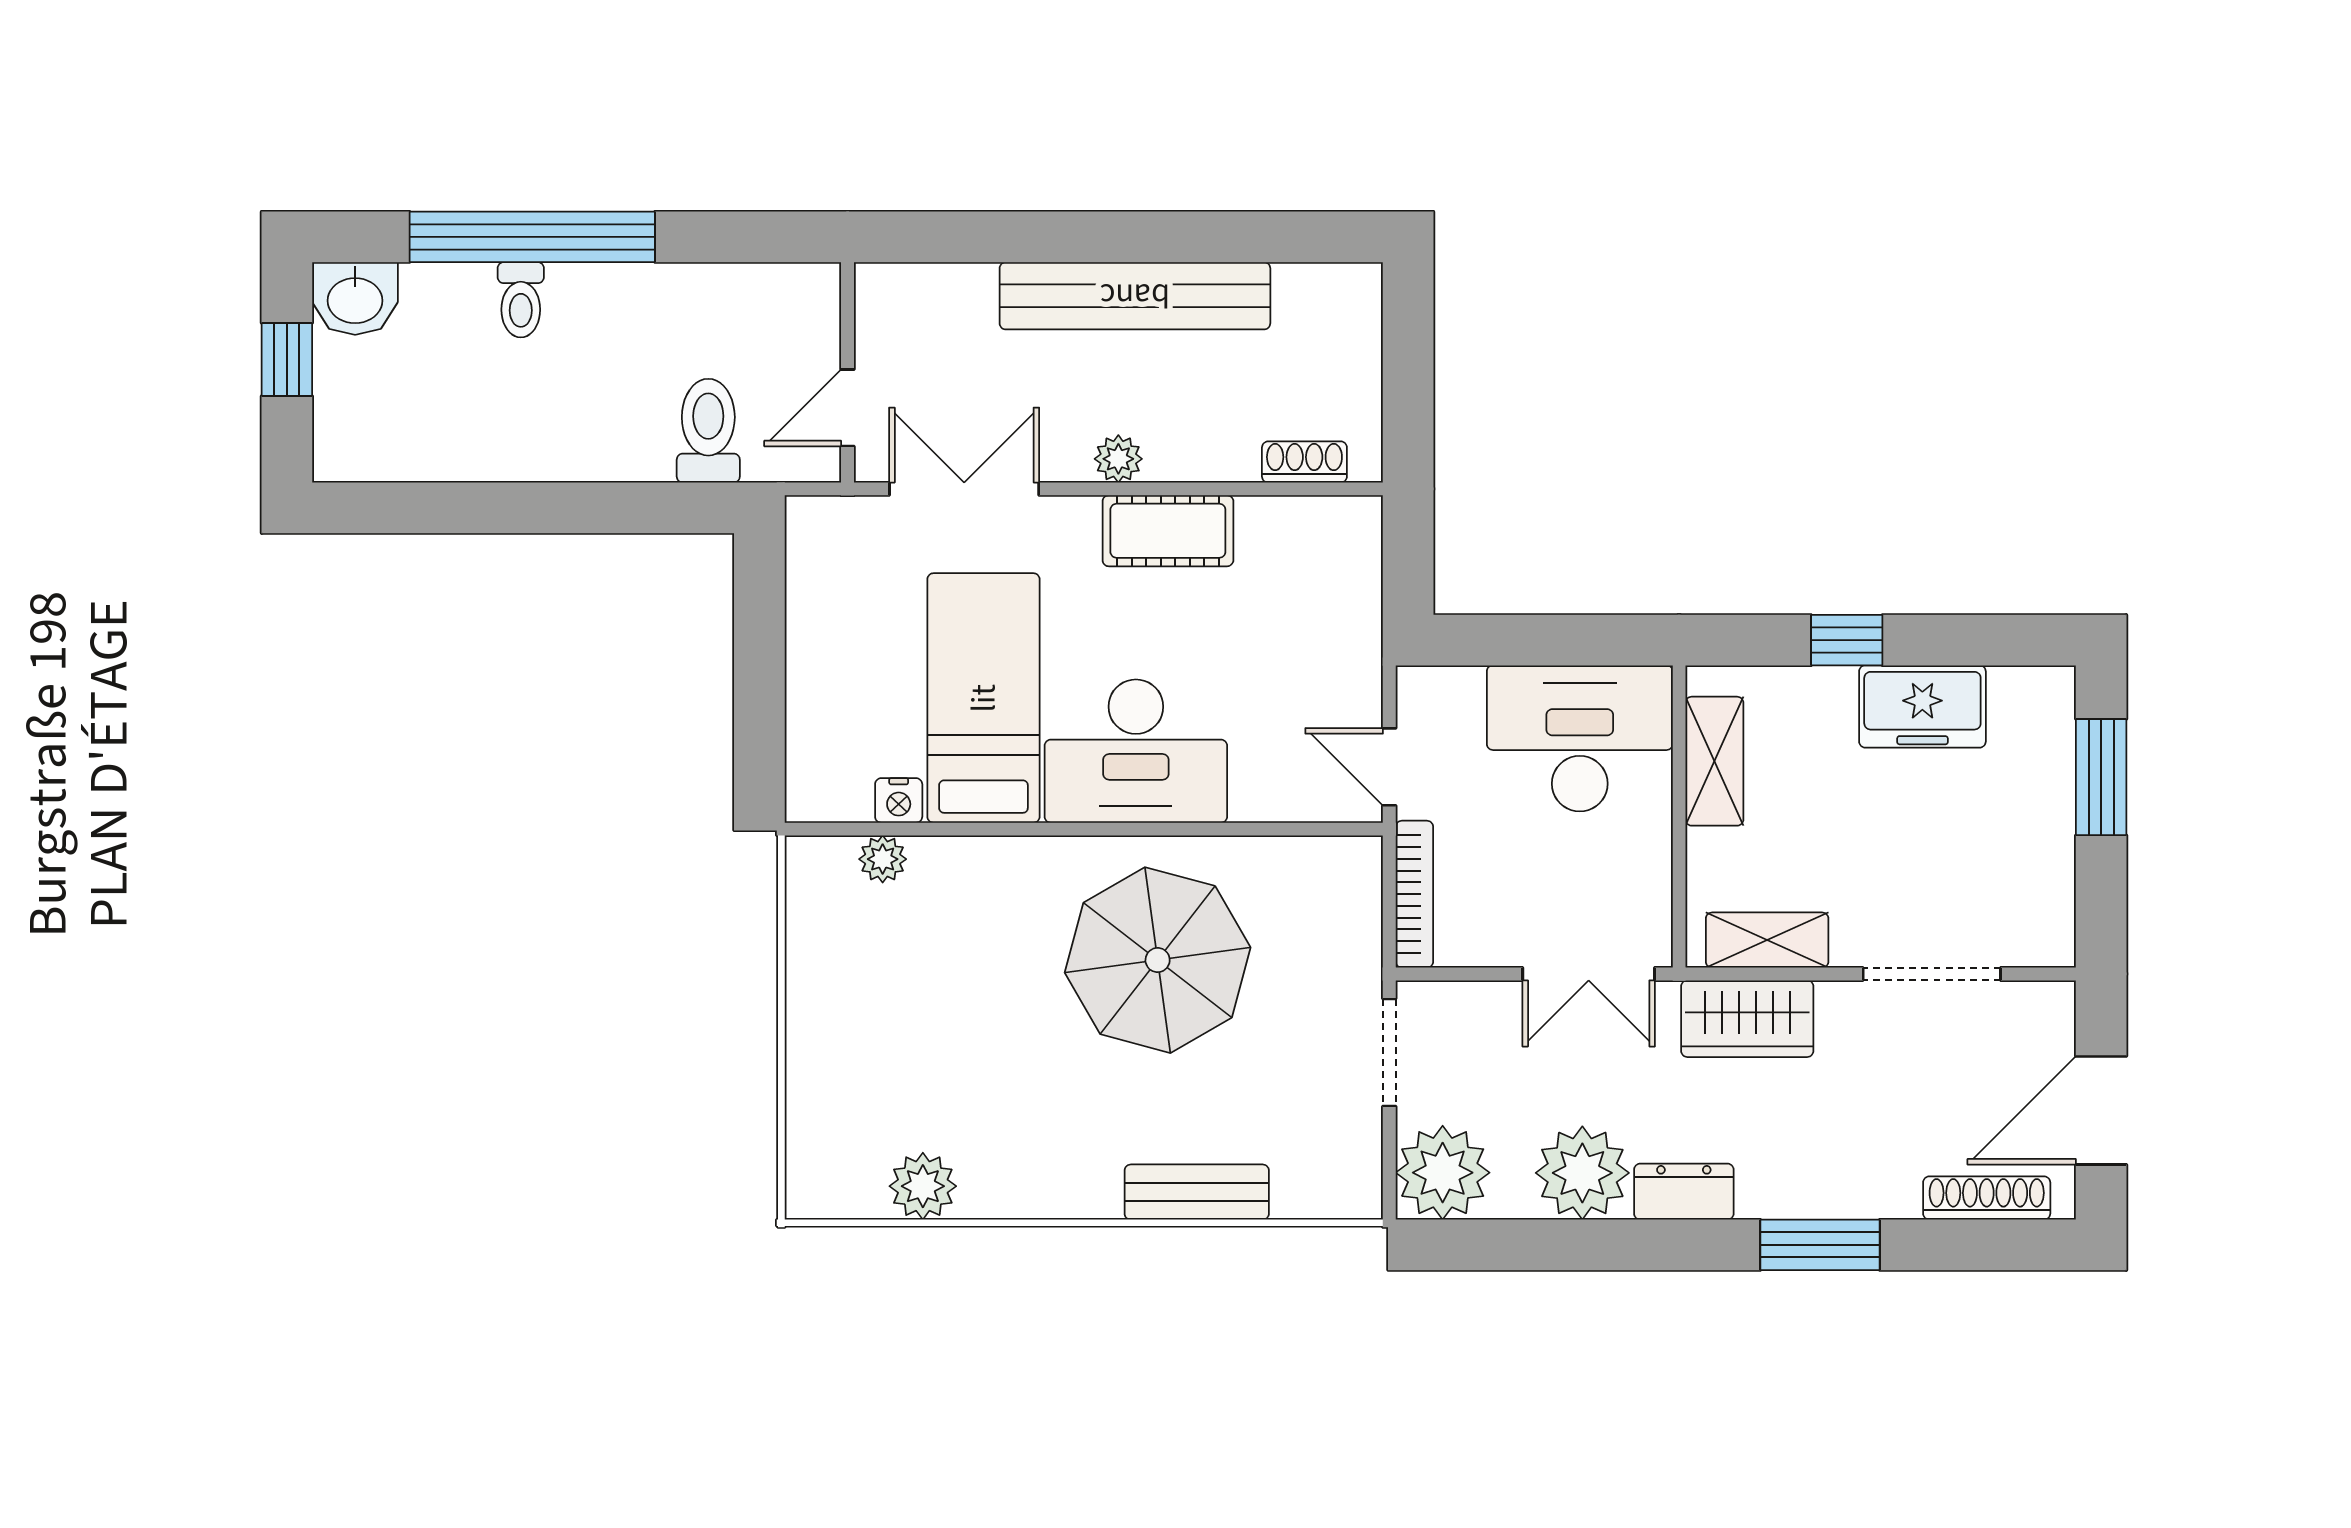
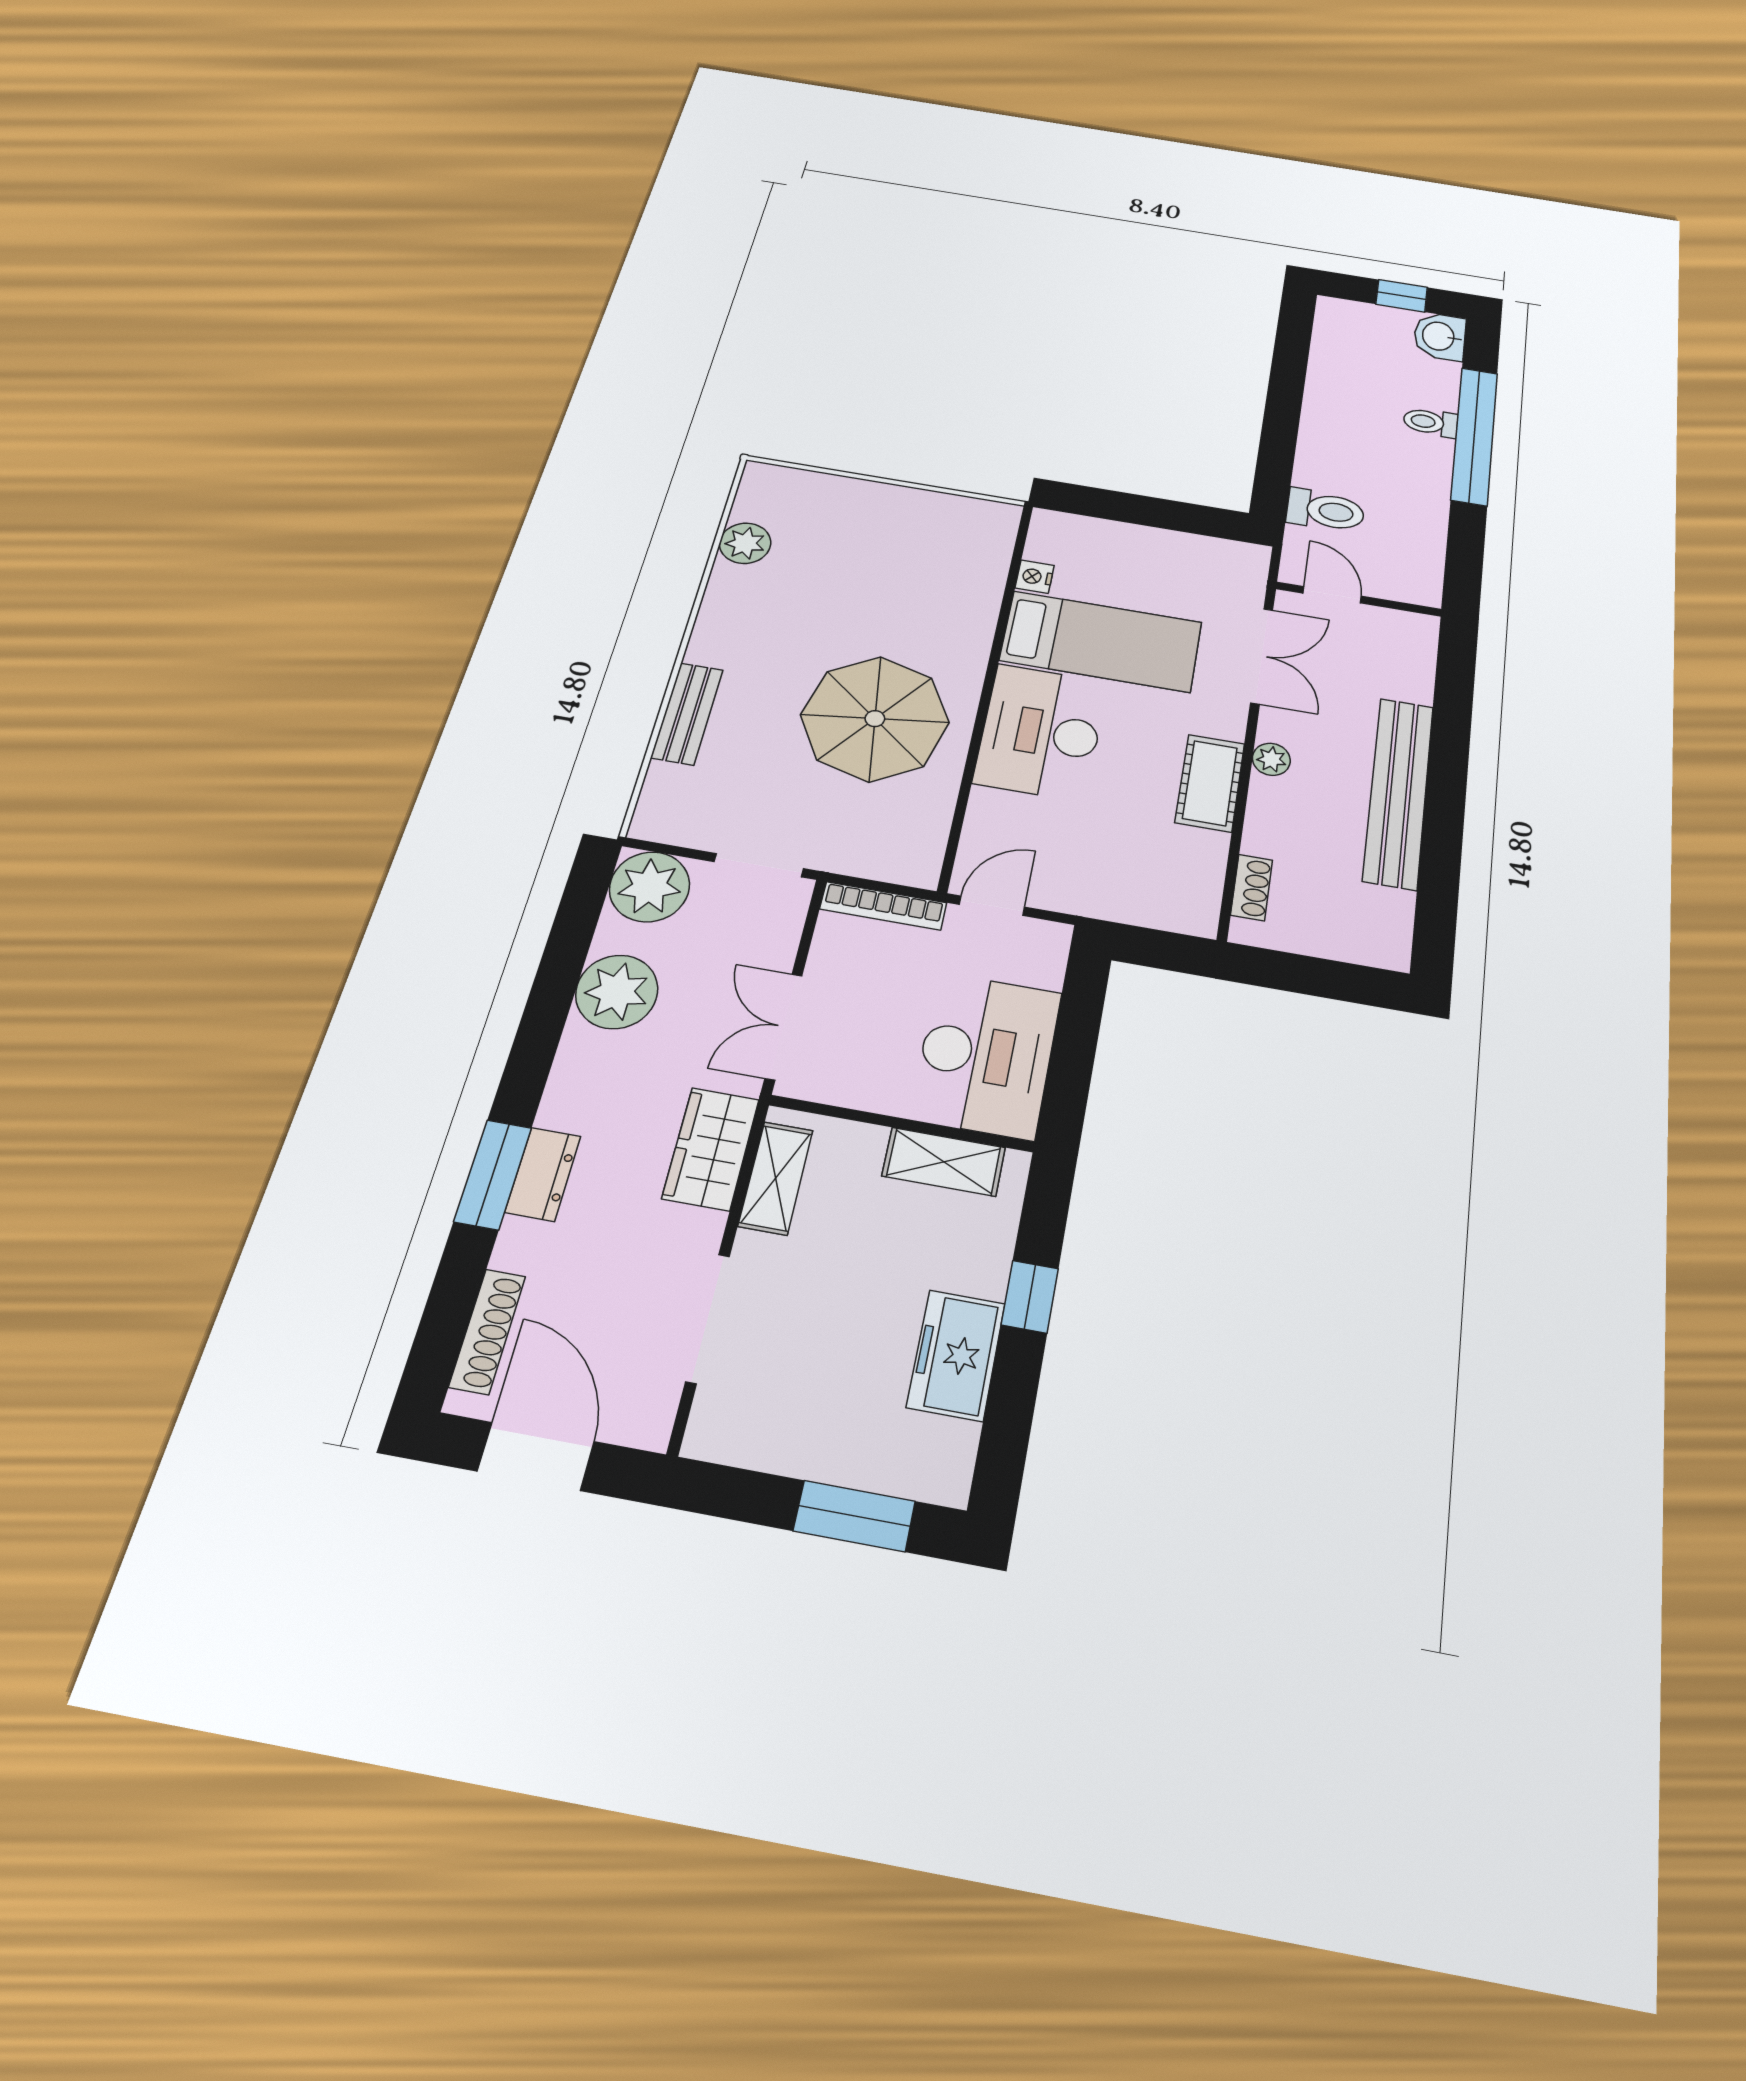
plant: (883, 859) -> (993, 560), removed
dresser: (1684, 1192) -> (543, 1174), moved

